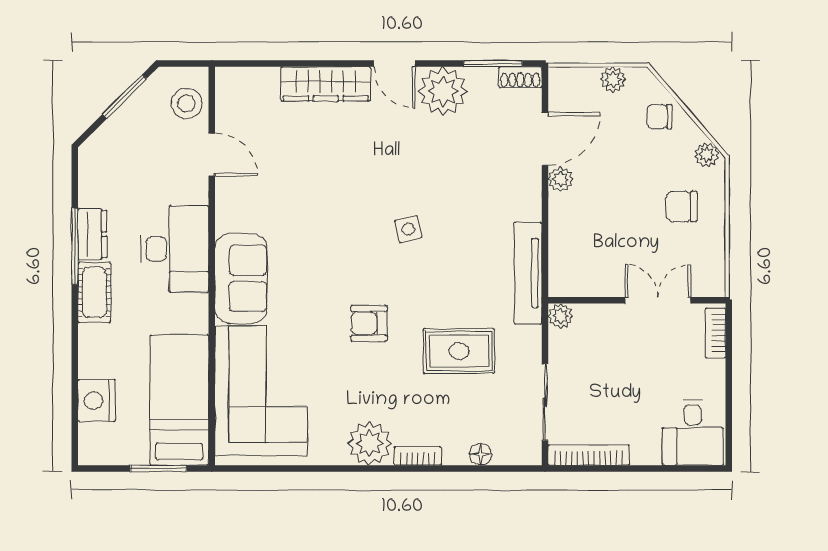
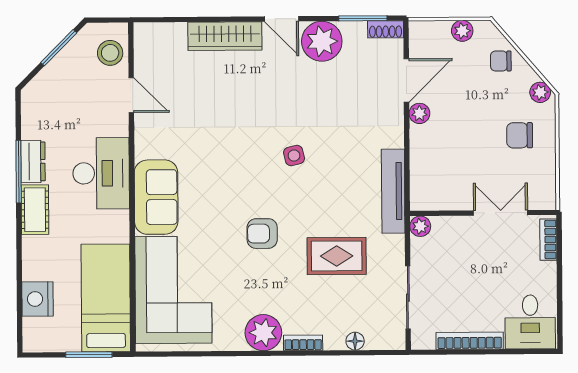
bookcase: (589, 455) -> (470, 341), moved

